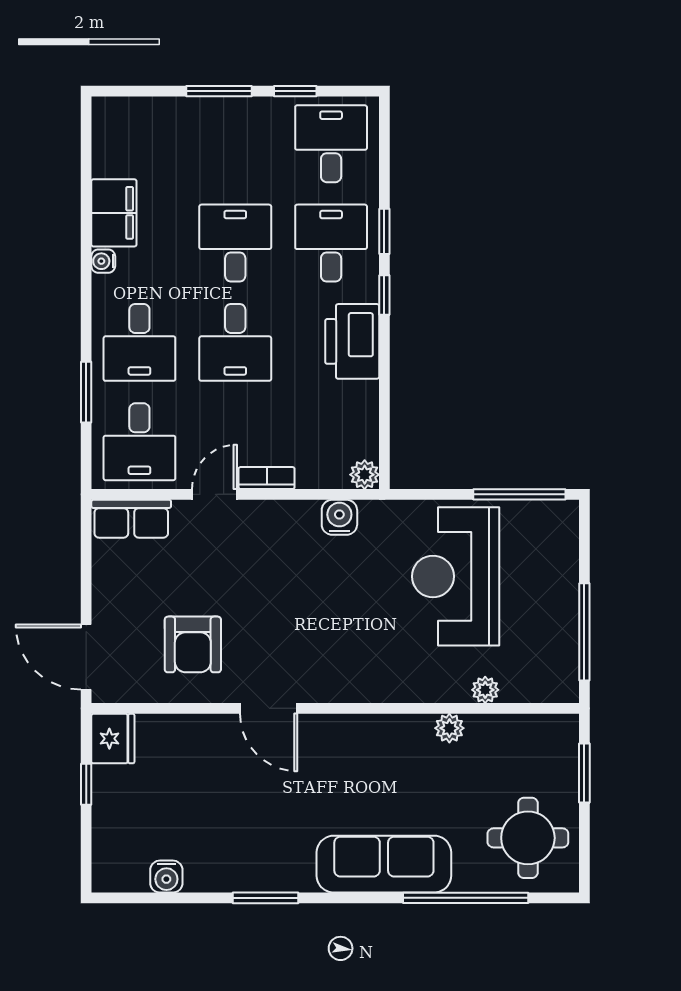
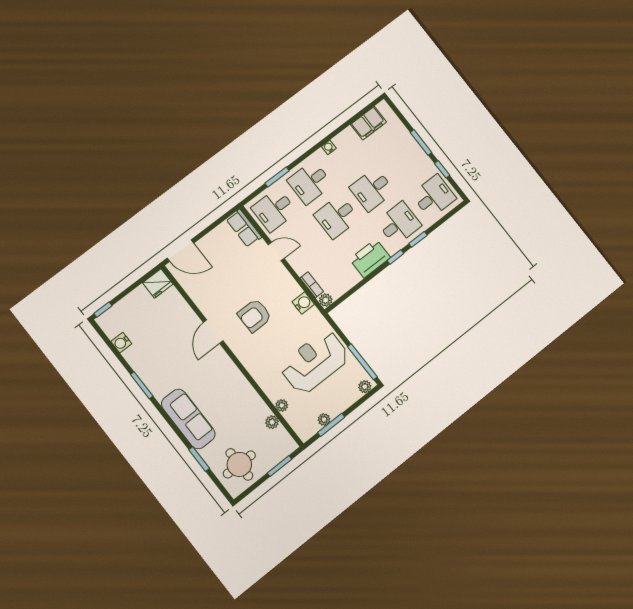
filing cabinet: (114, 213) -> (368, 123), moved
desk: (235, 243) -> (372, 189), turned 180
bookcase: (267, 478) -> (312, 285), moved
plant: (565, 524) -> (365, 387), added
window: (584, 632) -> (331, 425), width x0.69
plant: (566, 637) -> (324, 420), added
armchair: (193, 644) -> (255, 315), moved
door: (86, 657) -> (180, 251), swing flipped
plant: (449, 728) -> (272, 422), moved
window: (86, 784) -> (103, 310), moved
window: (466, 898) -> (199, 459), width x0.47

